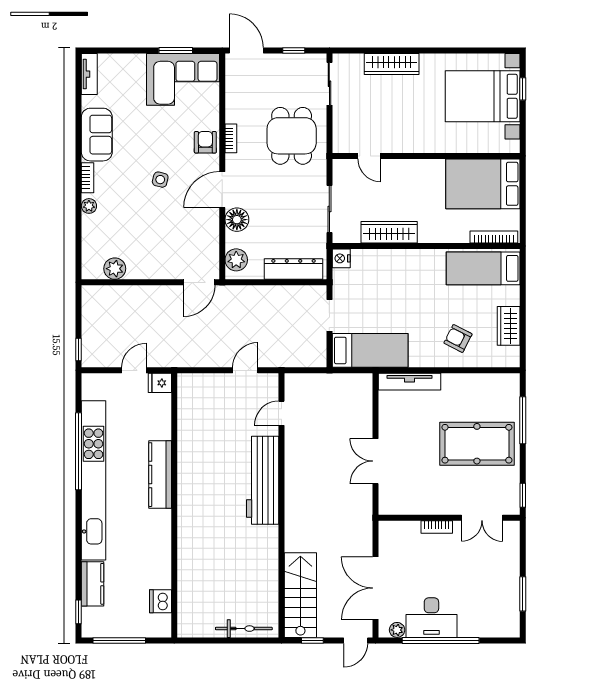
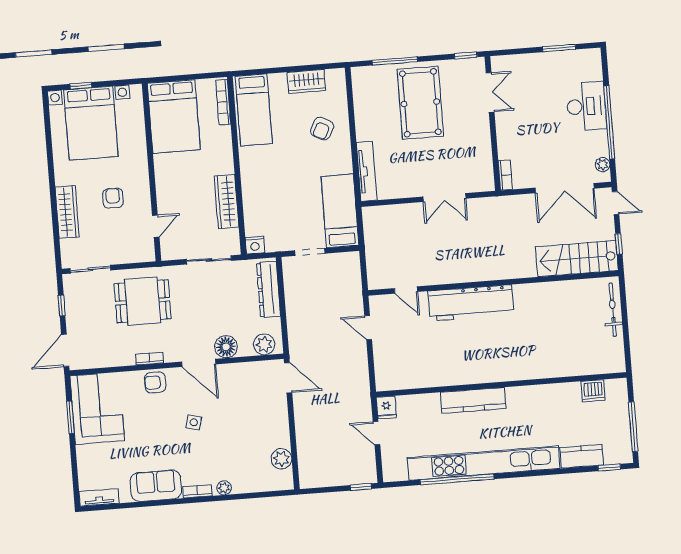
armchair: (402, 113) -> (113, 198), added
bookcase: (437, 527) -> (505, 175), moved
desk: (431, 618) -> (586, 106), moved

